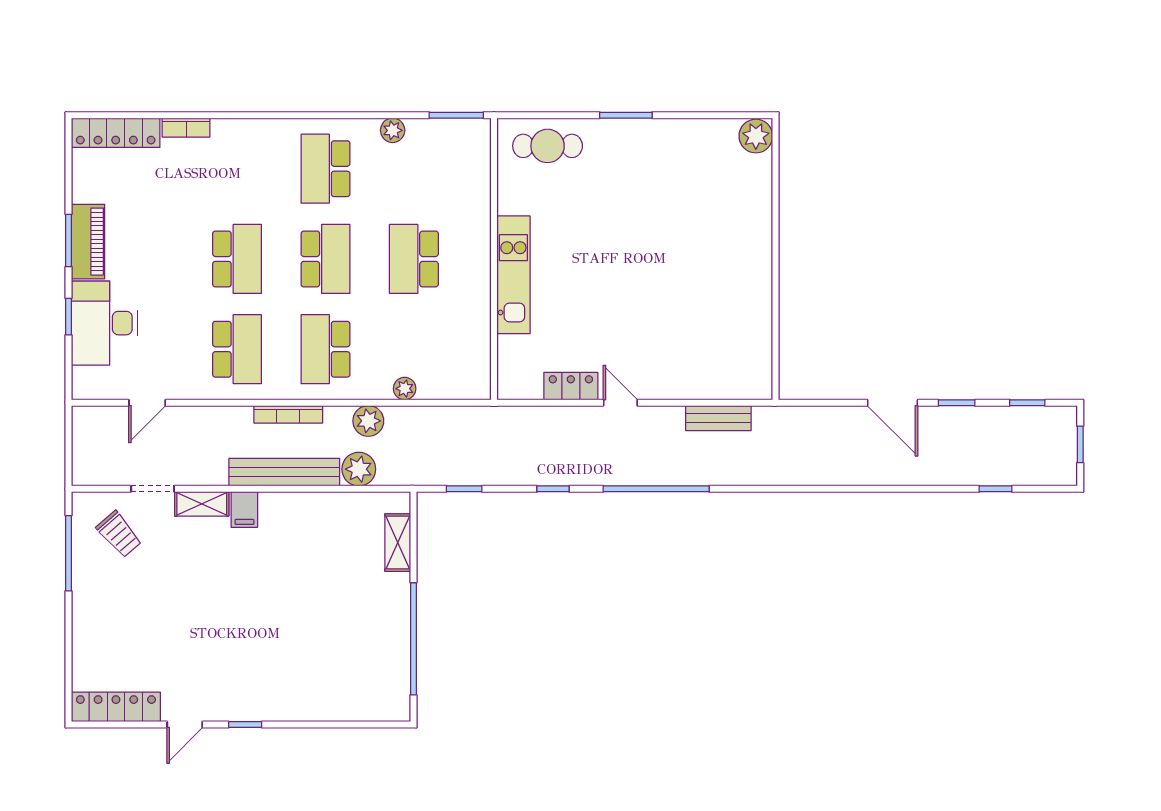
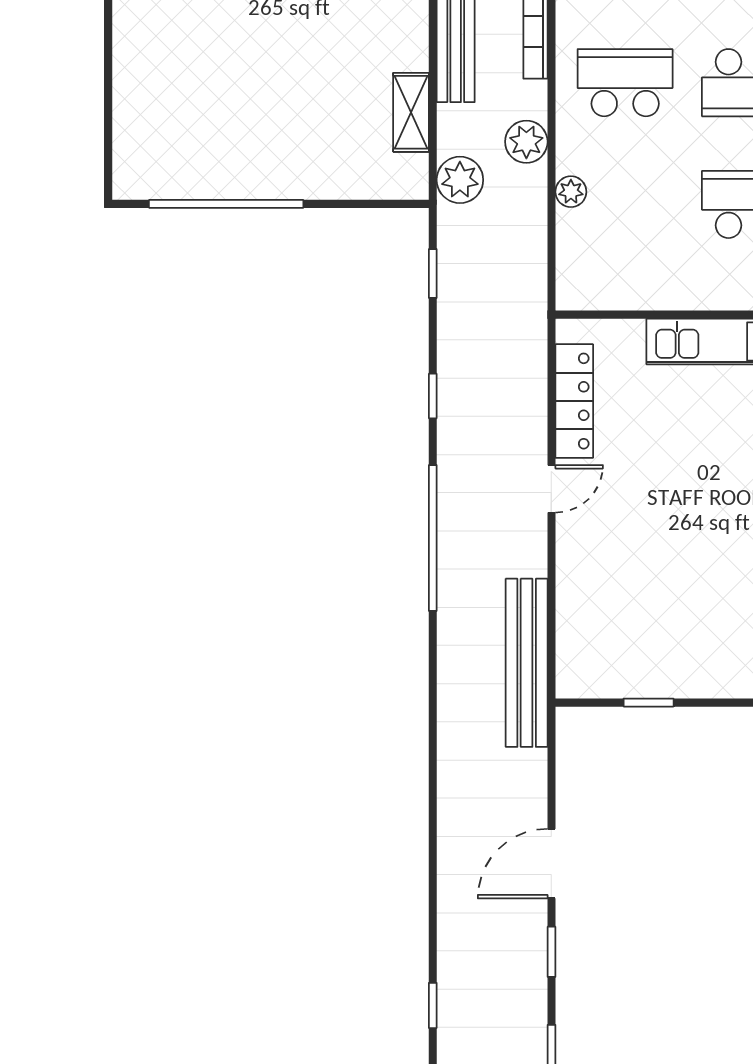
window: (776, 332) -> (649, 703), added
locker: (571, 386) -> (574, 401), width x1.53
bench: (718, 418) -> (527, 663), width x1.86, depth x1.21
plant: (359, 469) -> (460, 180), moved
shelving: (398, 543) -> (411, 112), moved, turned 90

